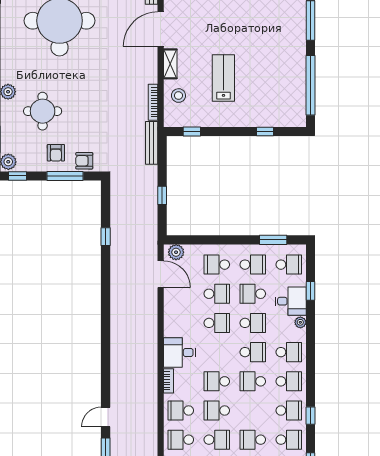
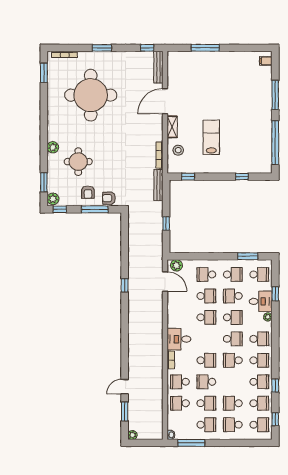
window: (106, 237) -> (125, 285), moved
school desk: (217, 381) -> (206, 360), turned 180

